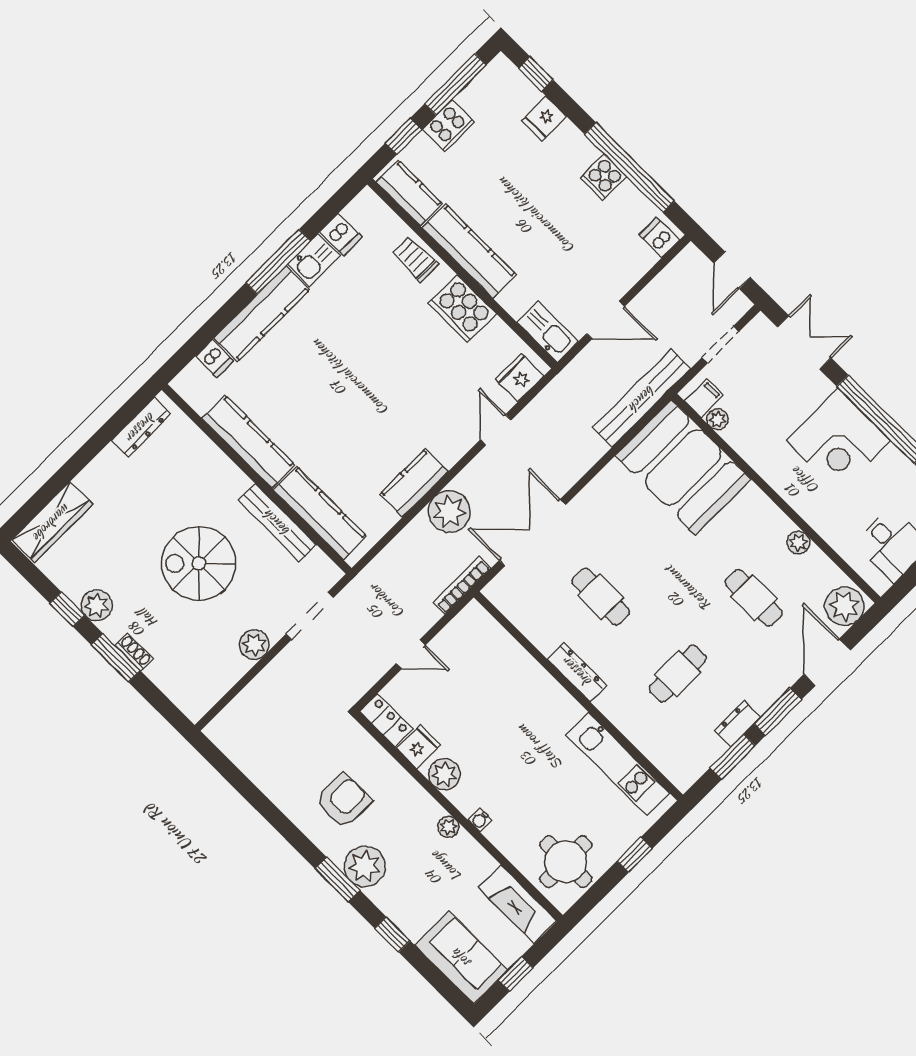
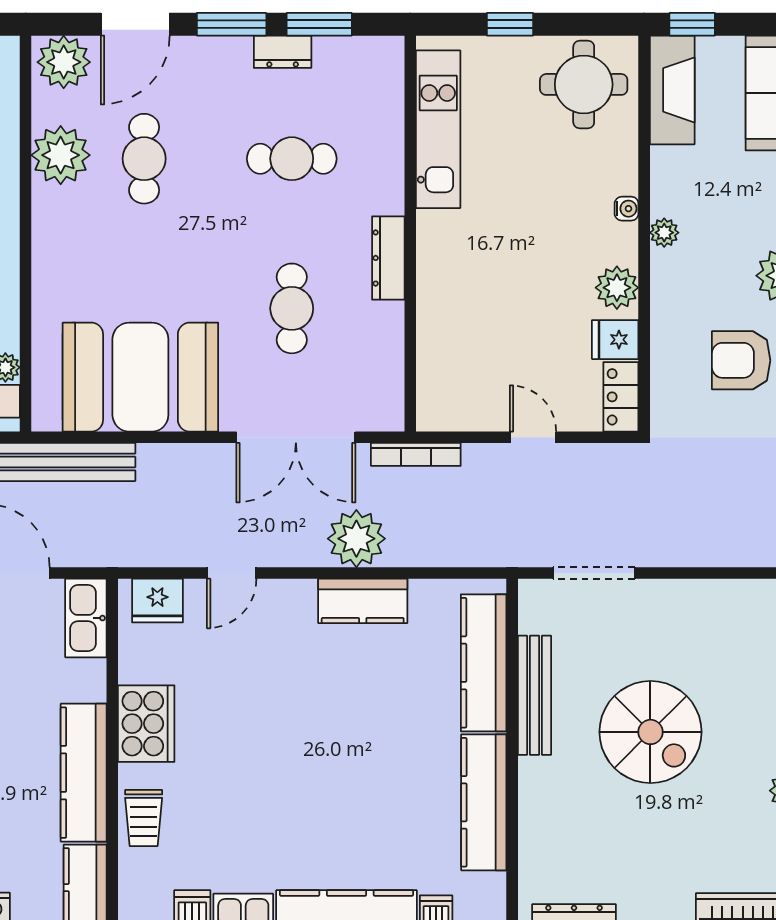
booth: (683, 467) -> (140, 377), moved, turned 90
plant: (798, 543) -> (61, 155), width x1.87, depth x1.87
plant: (254, 645) -> (676, 599), removed
window: (516, 974) -> (692, 24), moved

